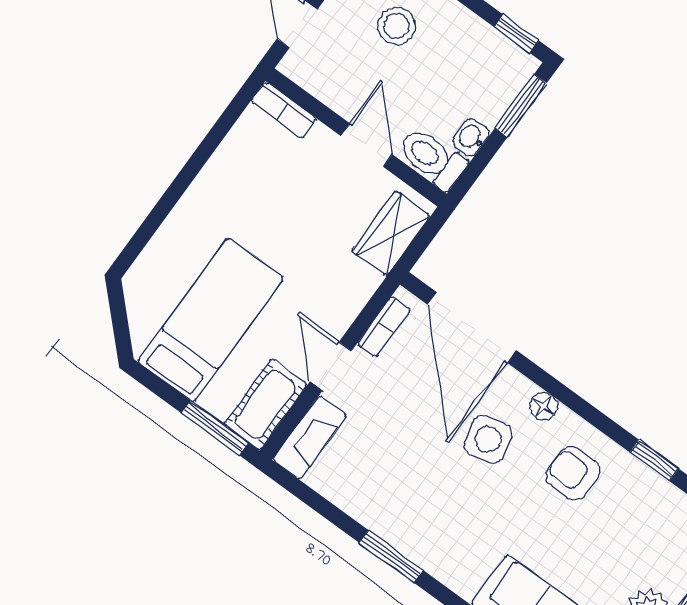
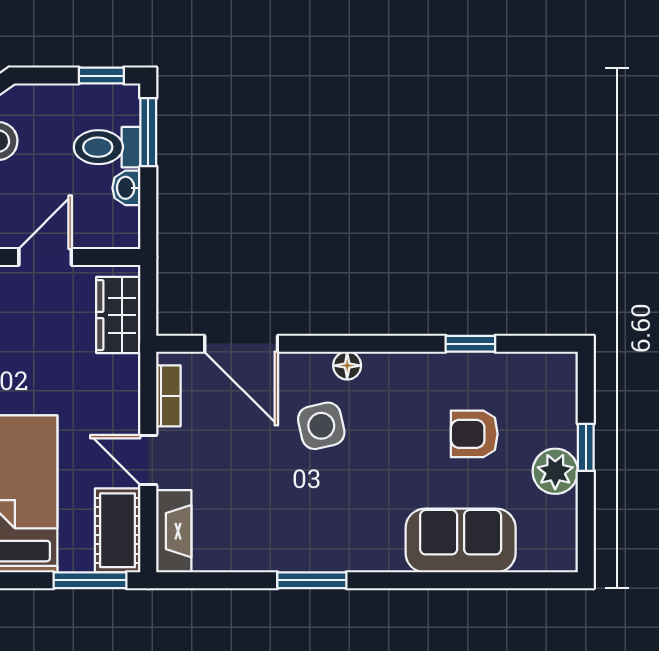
door: (367, 145) -> (45, 257), hinge flipped
toilet: (432, 158) -> (107, 147), moved
door: (472, 328) -> (241, 344), width x0.73
armchair: (573, 473) -> (474, 434), moved

